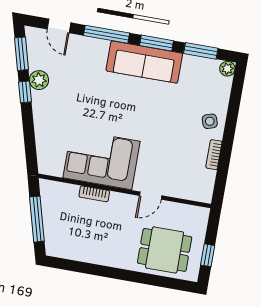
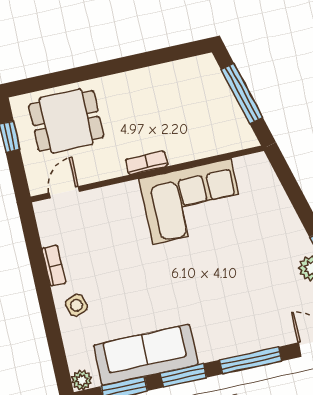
sofa: (144, 62) -> (146, 355), moved
bookcase: (94, 194) -> (147, 163), moved
door: (151, 196) -> (64, 192), moved

